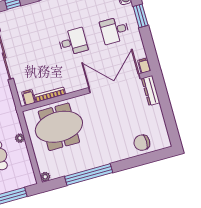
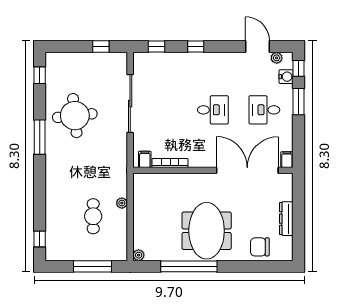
dresser: (151, 91) -> (286, 219), moved
meeting table: (59, 127) -> (207, 231), moved, turned 90

